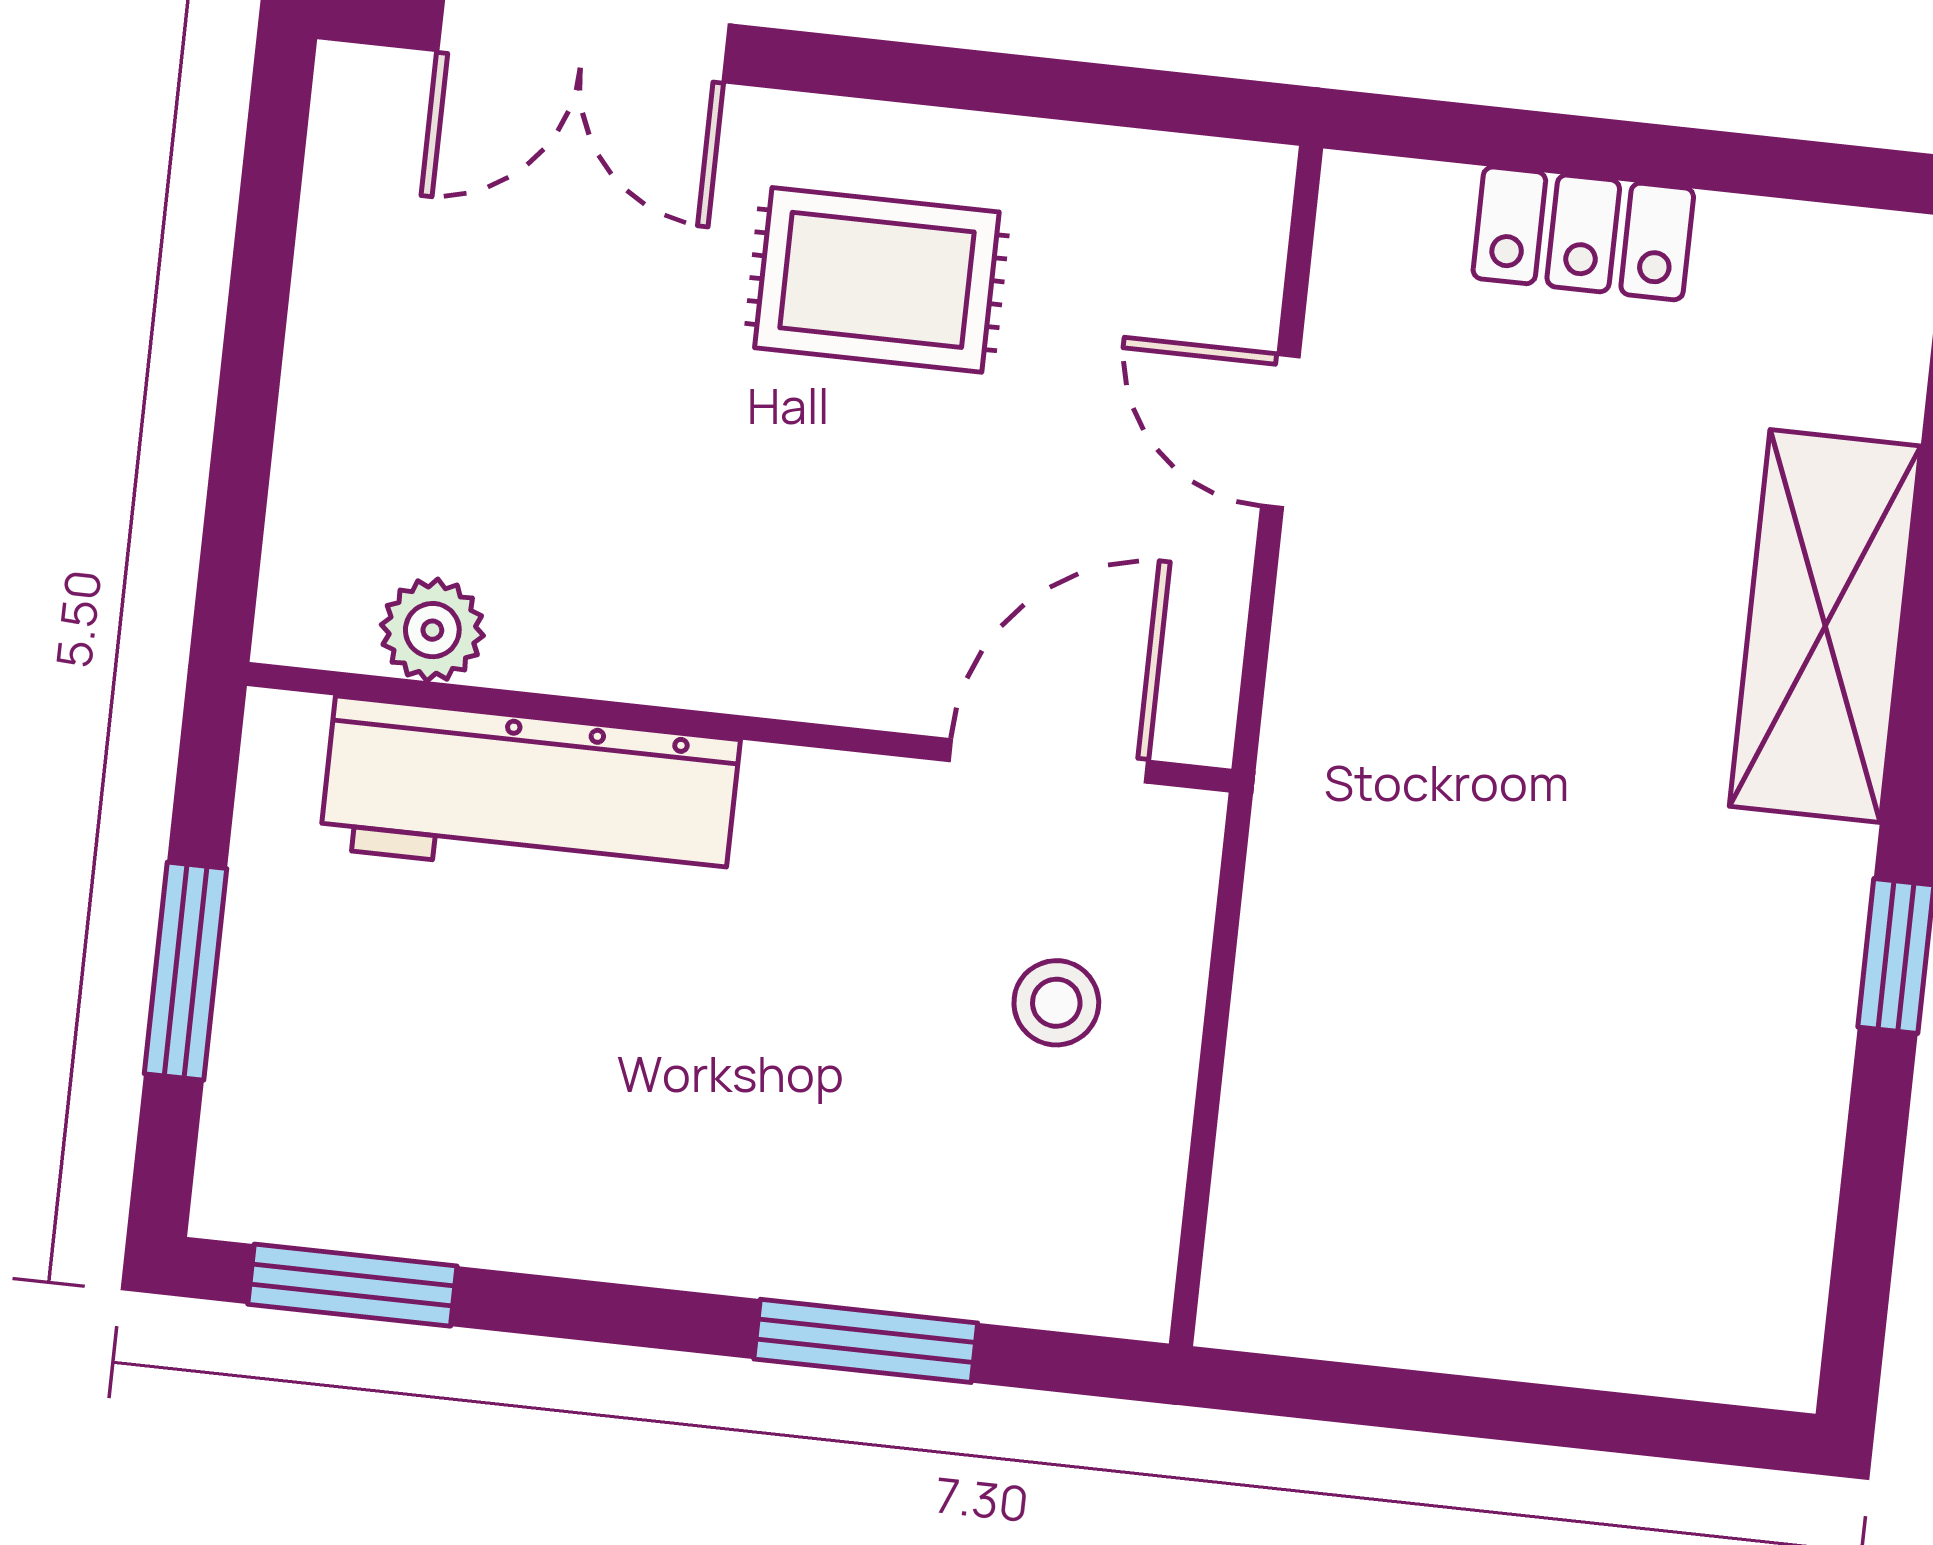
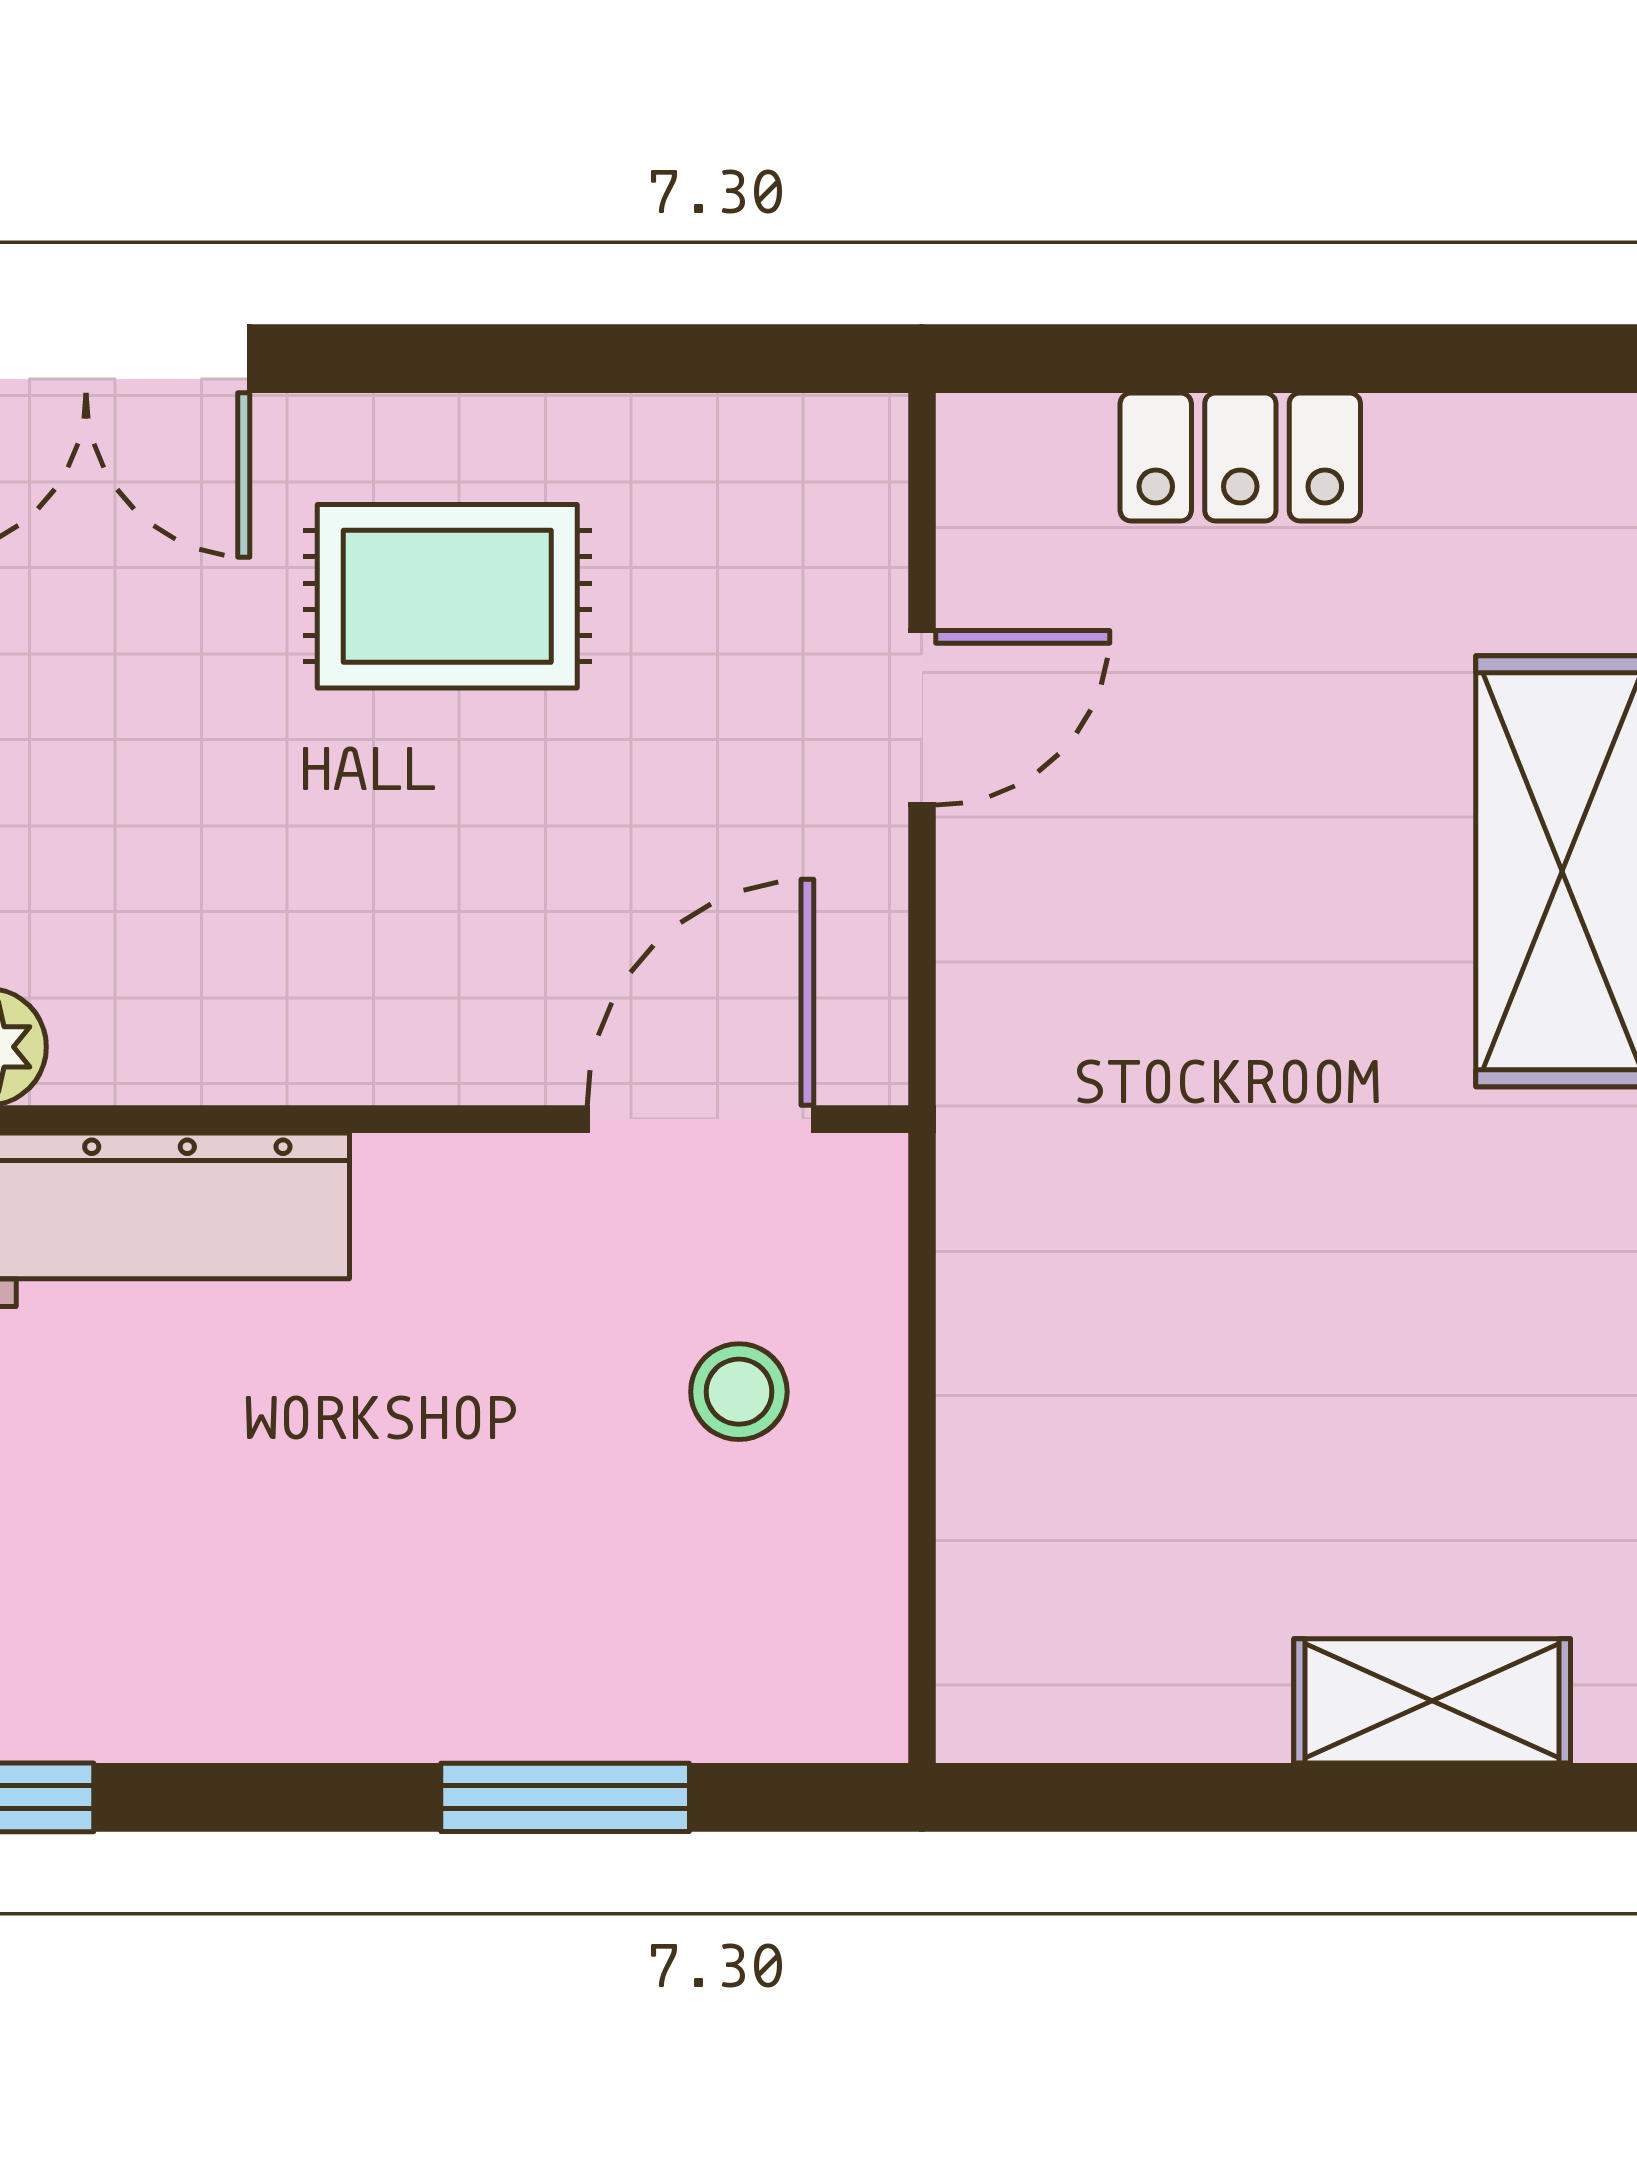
door: (1280, 431) -> (922, 718), swing flipped
shelving: (1633, 1339) -> (1432, 1701), added

